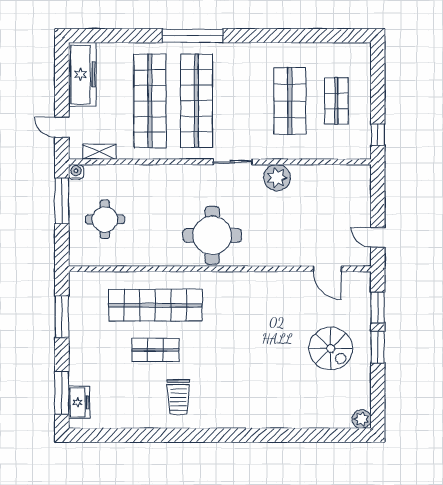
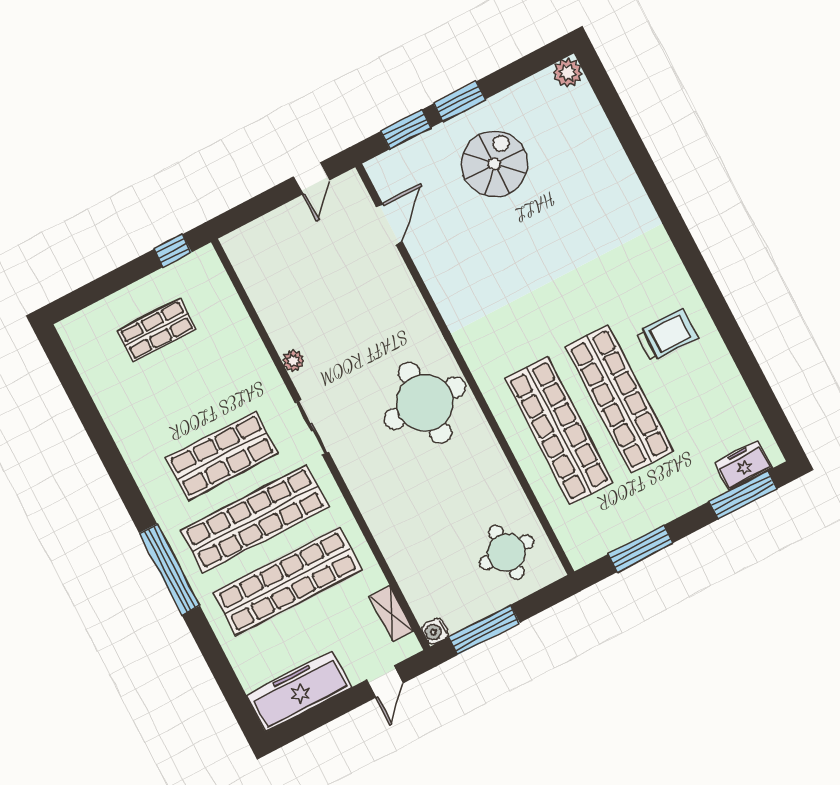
shop shelf: (290, 101) -> (222, 456), moved
plant: (277, 178) -> (293, 361), width x0.53, depth x0.53
round table: (105, 219) -> (506, 552), moved
shop shelf: (155, 350) -> (619, 399), width x2.00, depth x1.36

